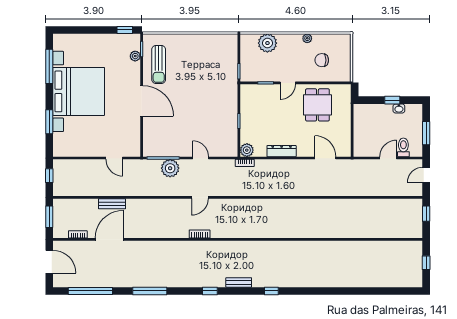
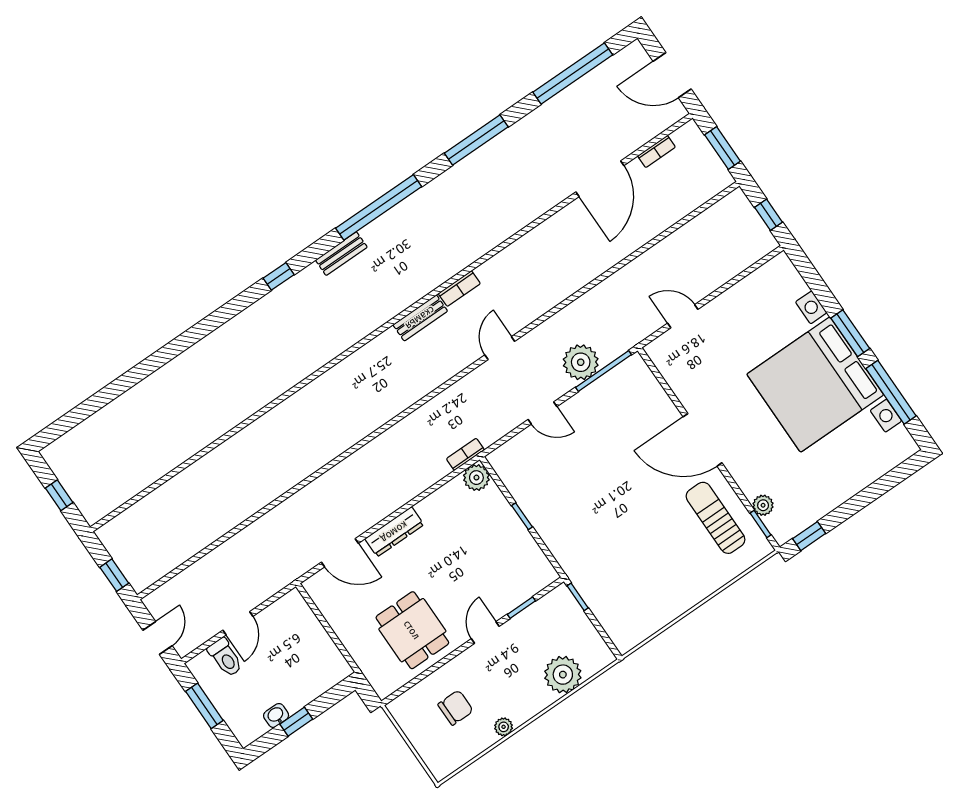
window: (49, 122) -> (850, 333), moved
dresser: (282, 151) -> (394, 532), moved
bench: (112, 204) -> (420, 318), moved
window: (210, 291) -> (379, 207), width x3.17

